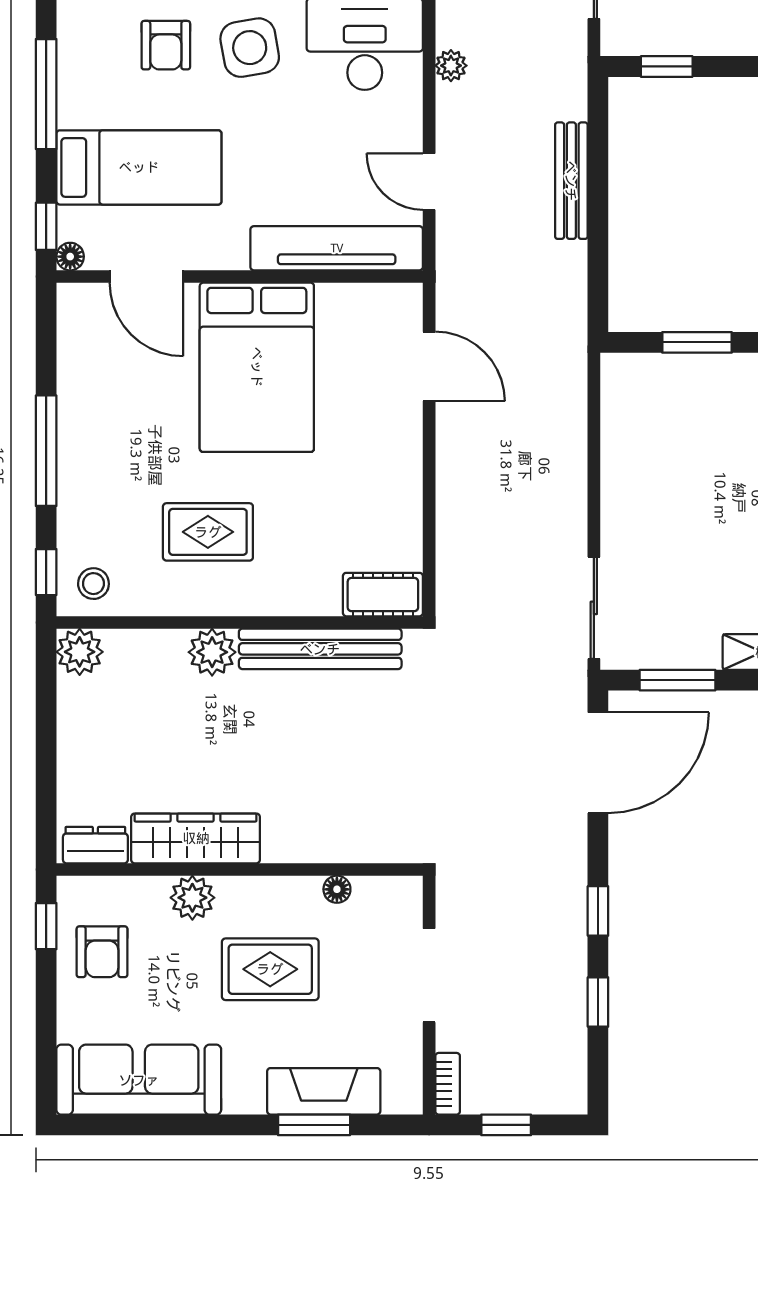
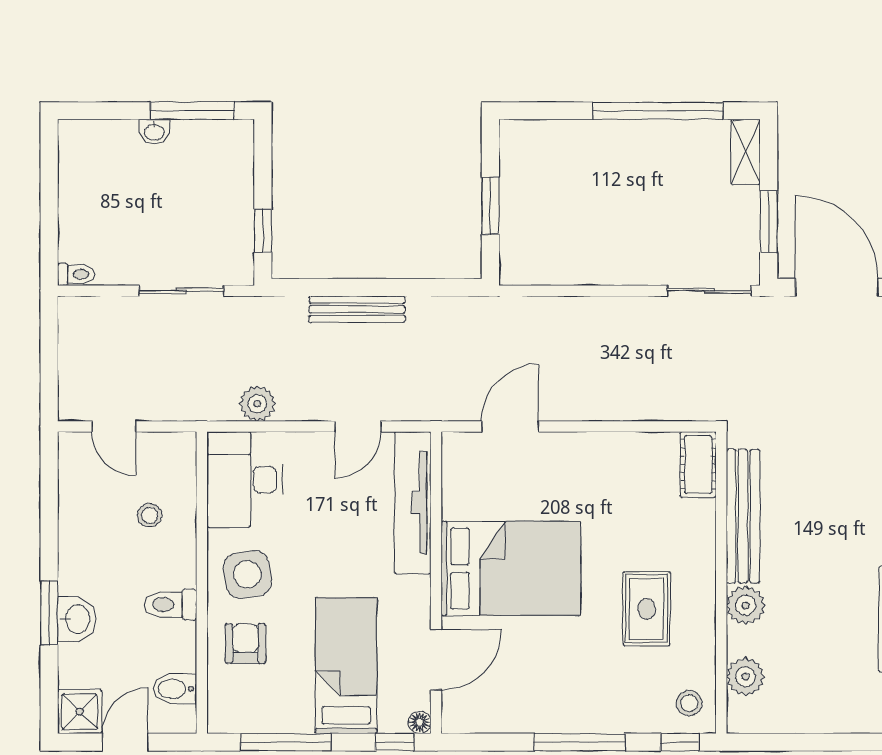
armchair: (166, 45) -> (245, 644), turned -90
plant: (451, 66) -> (257, 404), width x1.38, depth x1.38
plant: (80, 652) -> (745, 677), moved

